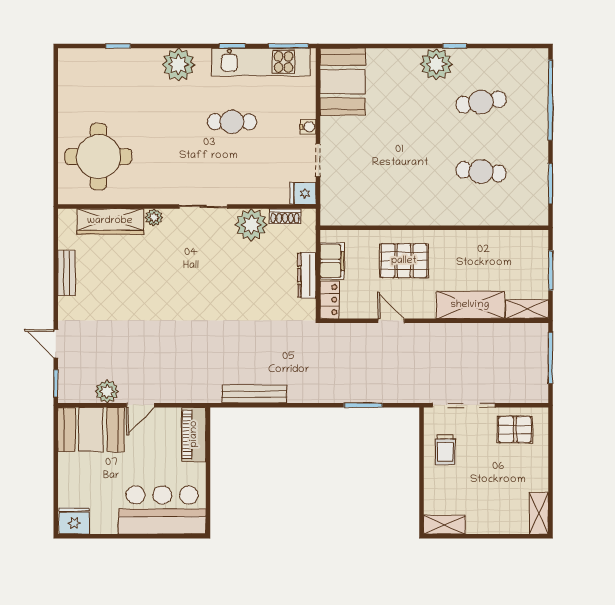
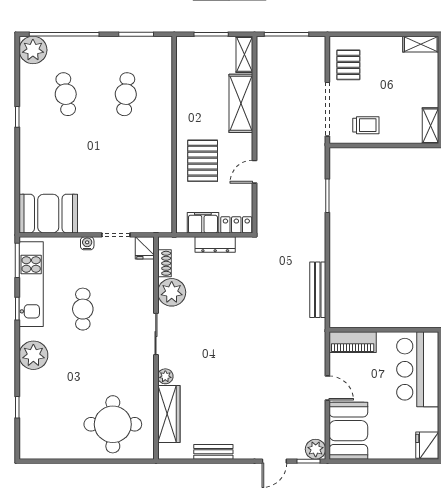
plant: (436, 64) -> (33, 50), moved
plant: (107, 391) -> (316, 449), moved

